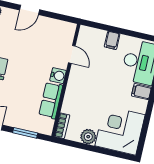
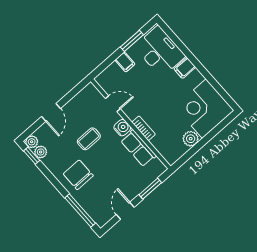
window: (133, 34) -> (132, 41), added
coffee table: (30, 55) -> (89, 139), added
bookcase: (62, 126) -> (144, 128), moved

